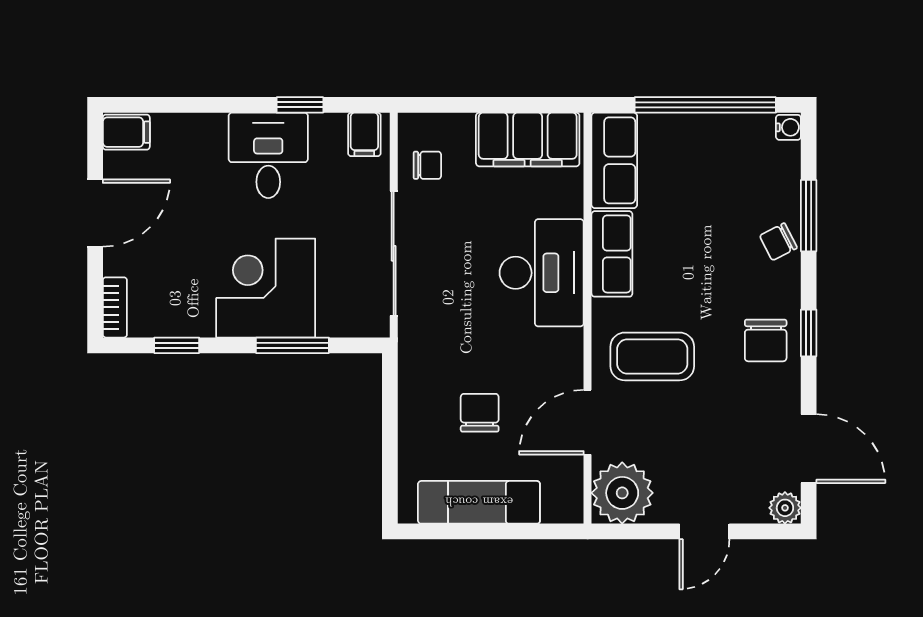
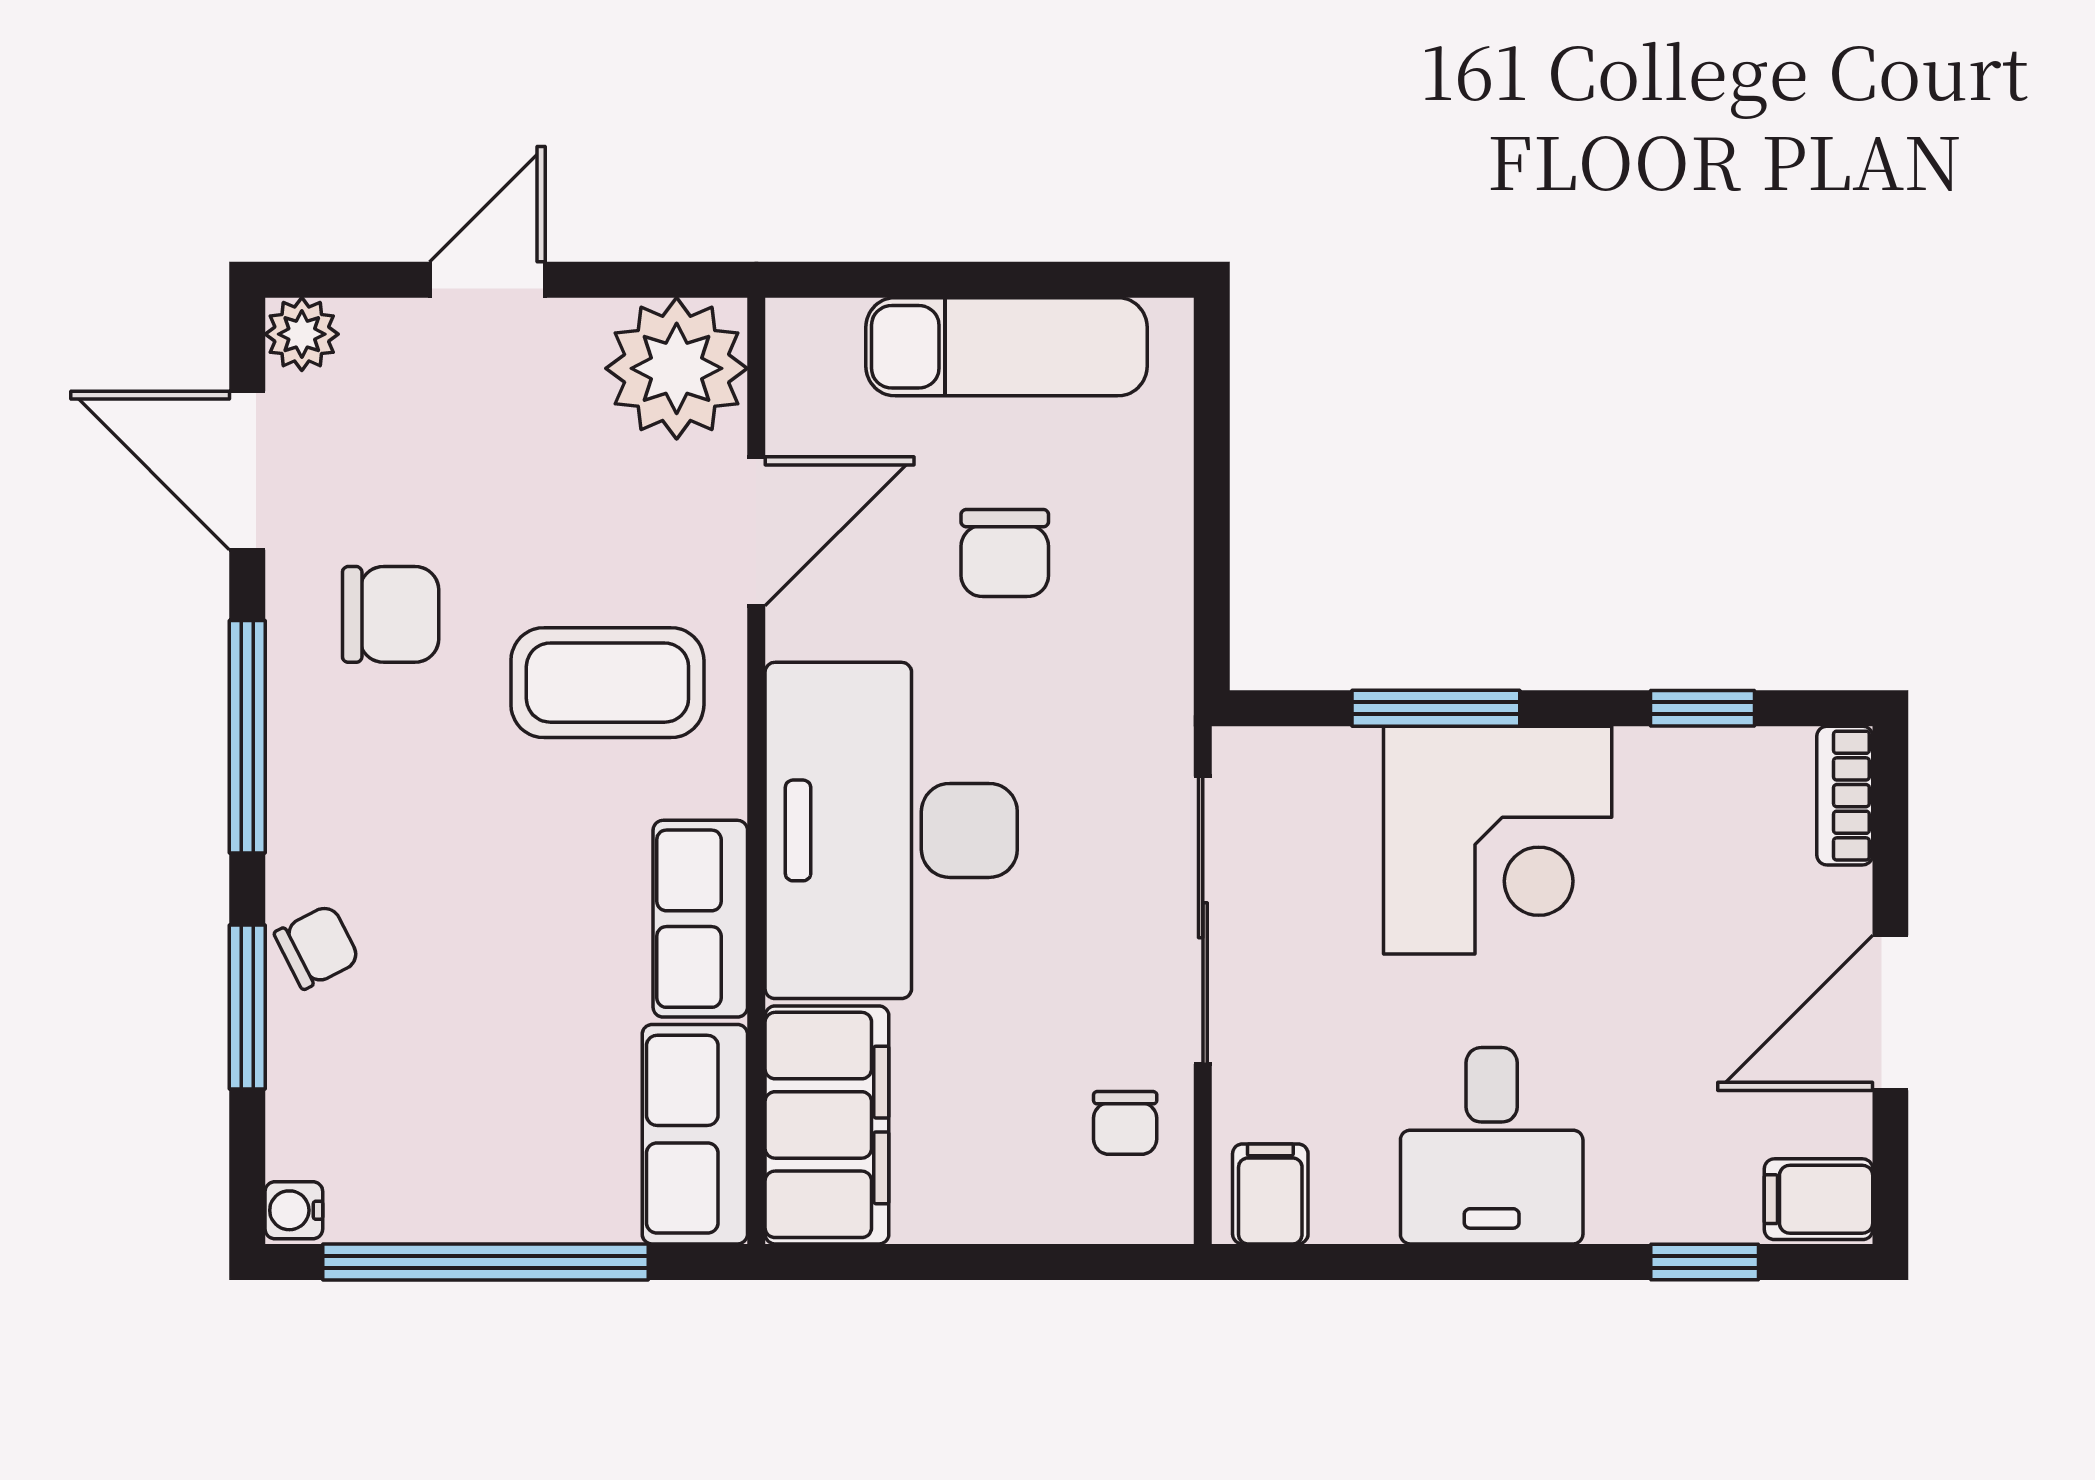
window: (300, 105) -> (1705, 1262), moved
filing cabinet: (528, 139) -> (827, 1125), moved, turned 90
chair: (427, 165) -> (1125, 1123), turned -90
desk: (542, 273) -> (891, 830), width x1.36, depth x1.30
window: (809, 333) -> (247, 737), width x2.17
chair: (766, 340) -> (391, 614), moved, turned 90

